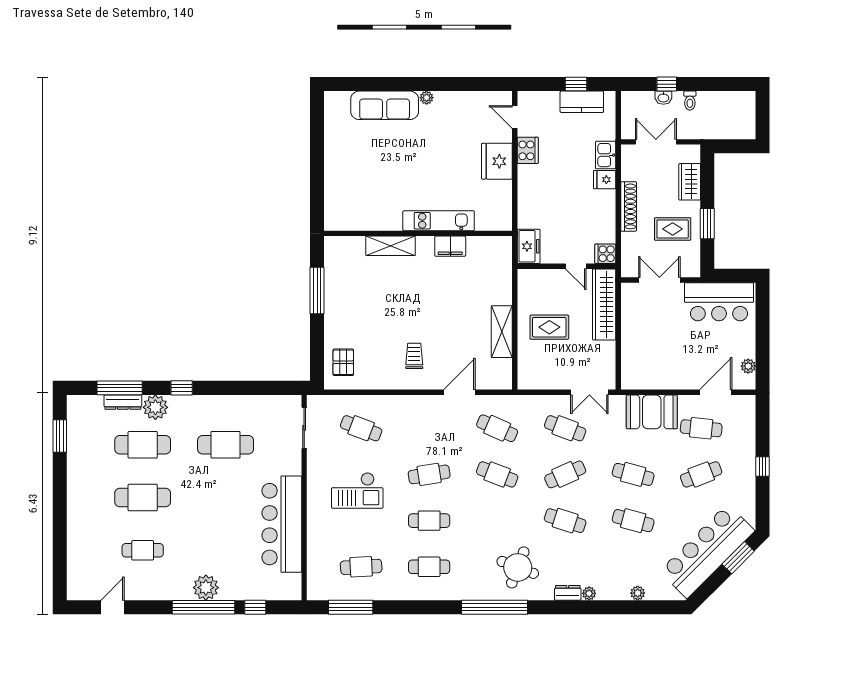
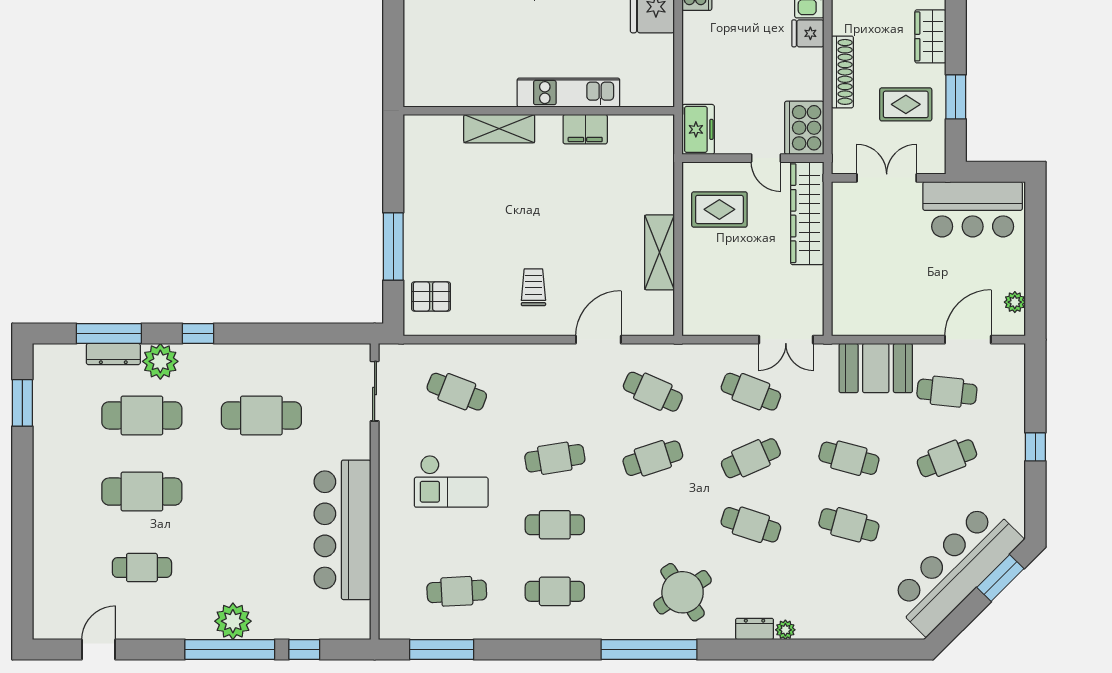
cooker: (605, 254) -> (804, 128), width x1.87, depth x1.31
window: (317, 291) -> (393, 247), moved
rug: (549, 327) -> (719, 209), moved
pallet: (343, 362) -> (431, 296), turned 90
cafe table: (497, 474) -> (653, 458), turned -39
round table: (518, 567) -> (683, 592), turned 36
plant: (638, 593) -> (855, 629), removed

